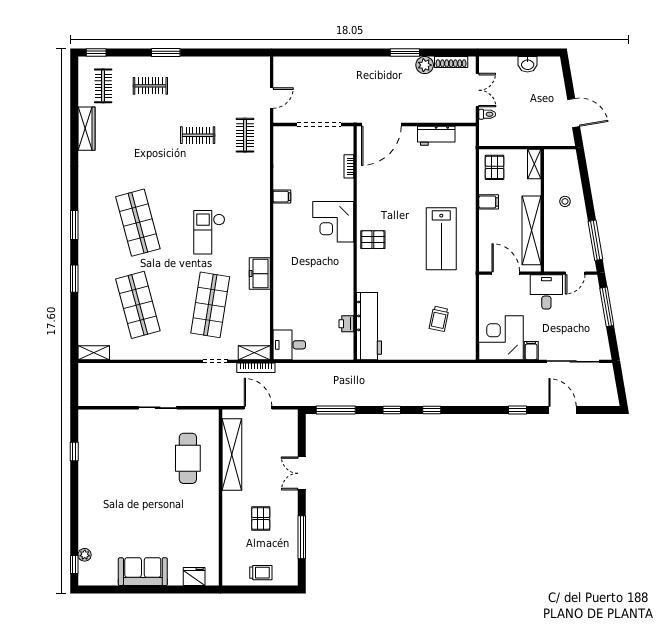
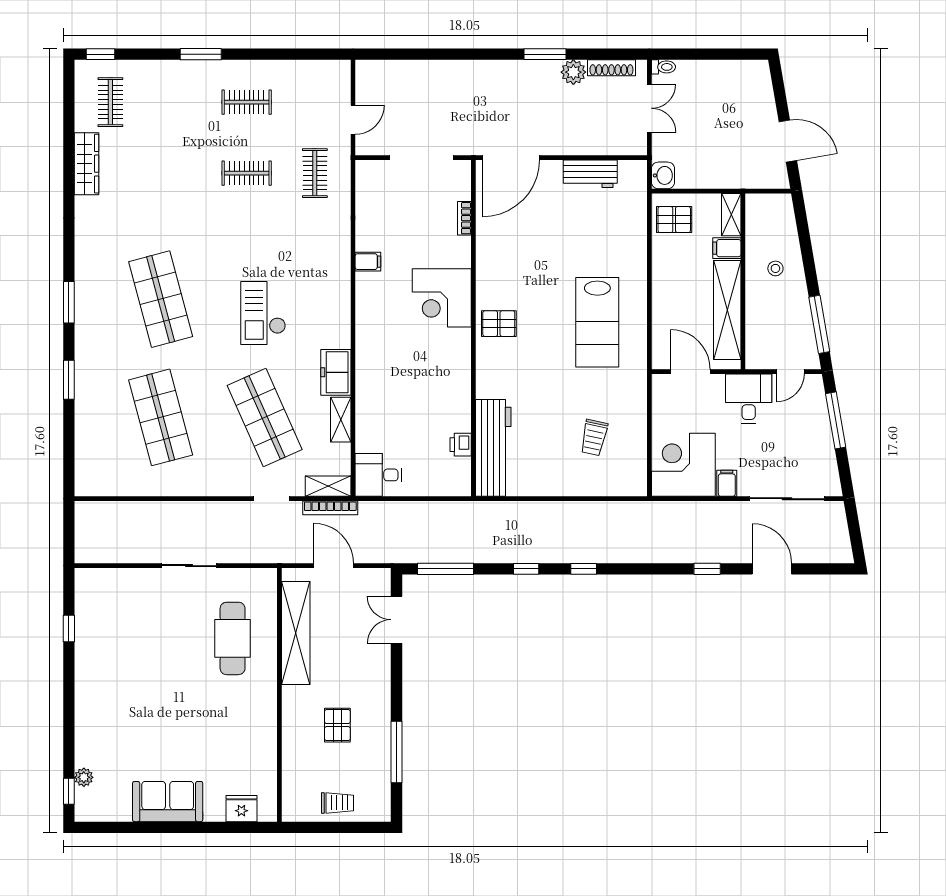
washbasin: (528, 64) -> (663, 175), moved, turned -90
clothes rail: (150, 86) -> (247, 102), moved
toilet: (487, 114) -> (664, 67), moved
pallet: (495, 167) -> (674, 220), turned 90
filing cabinet: (489, 202) -> (727, 248), moved, turned 180
shop shelf: (210, 305) -> (265, 417), turned -33
shelving: (94, 353) -> (341, 420), moved, turned 90
double door: (302, 473) -> (396, 620), moved

